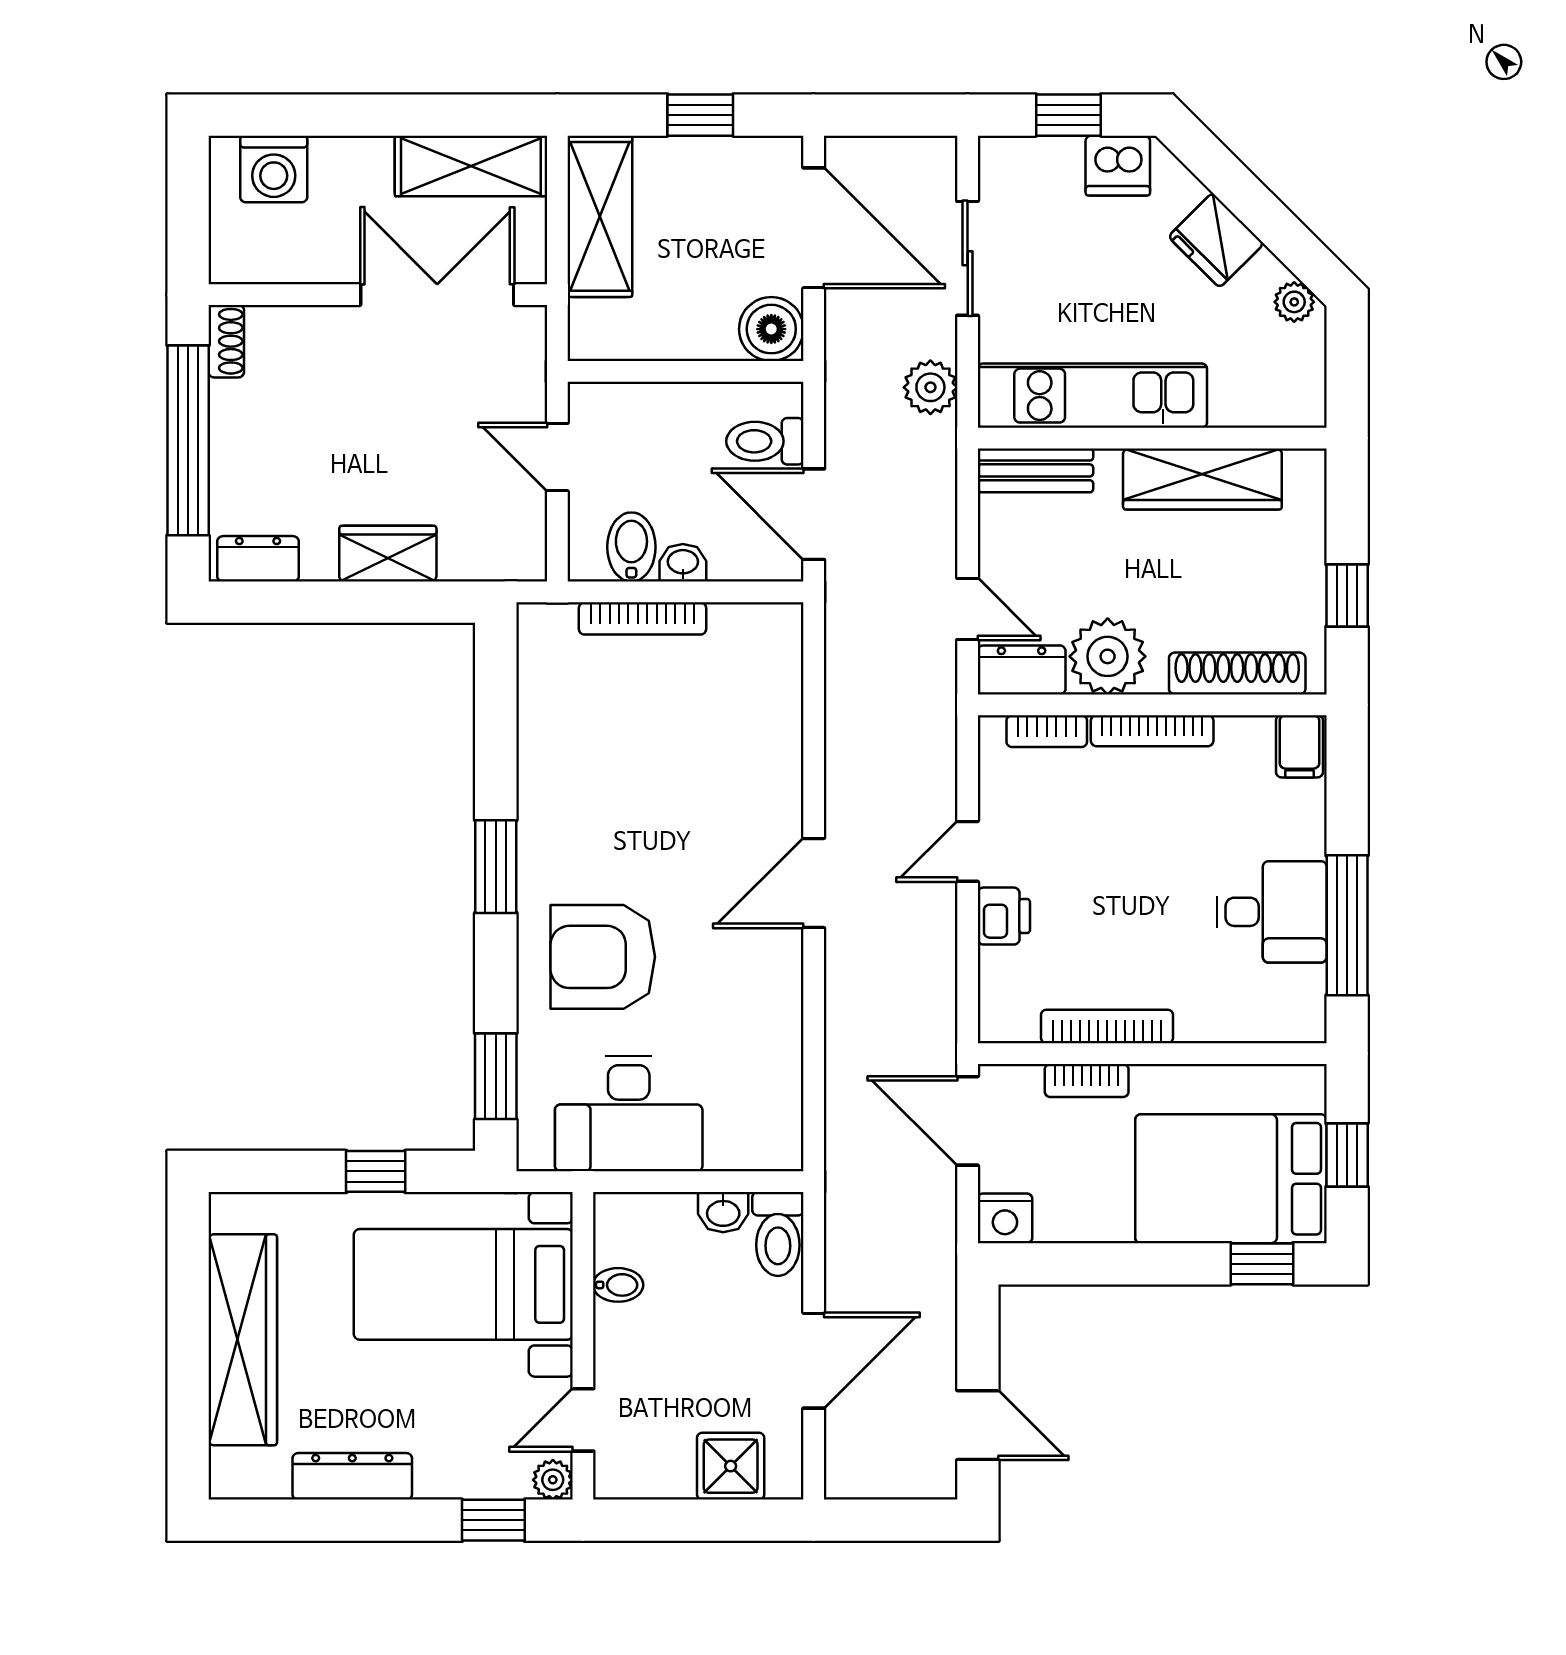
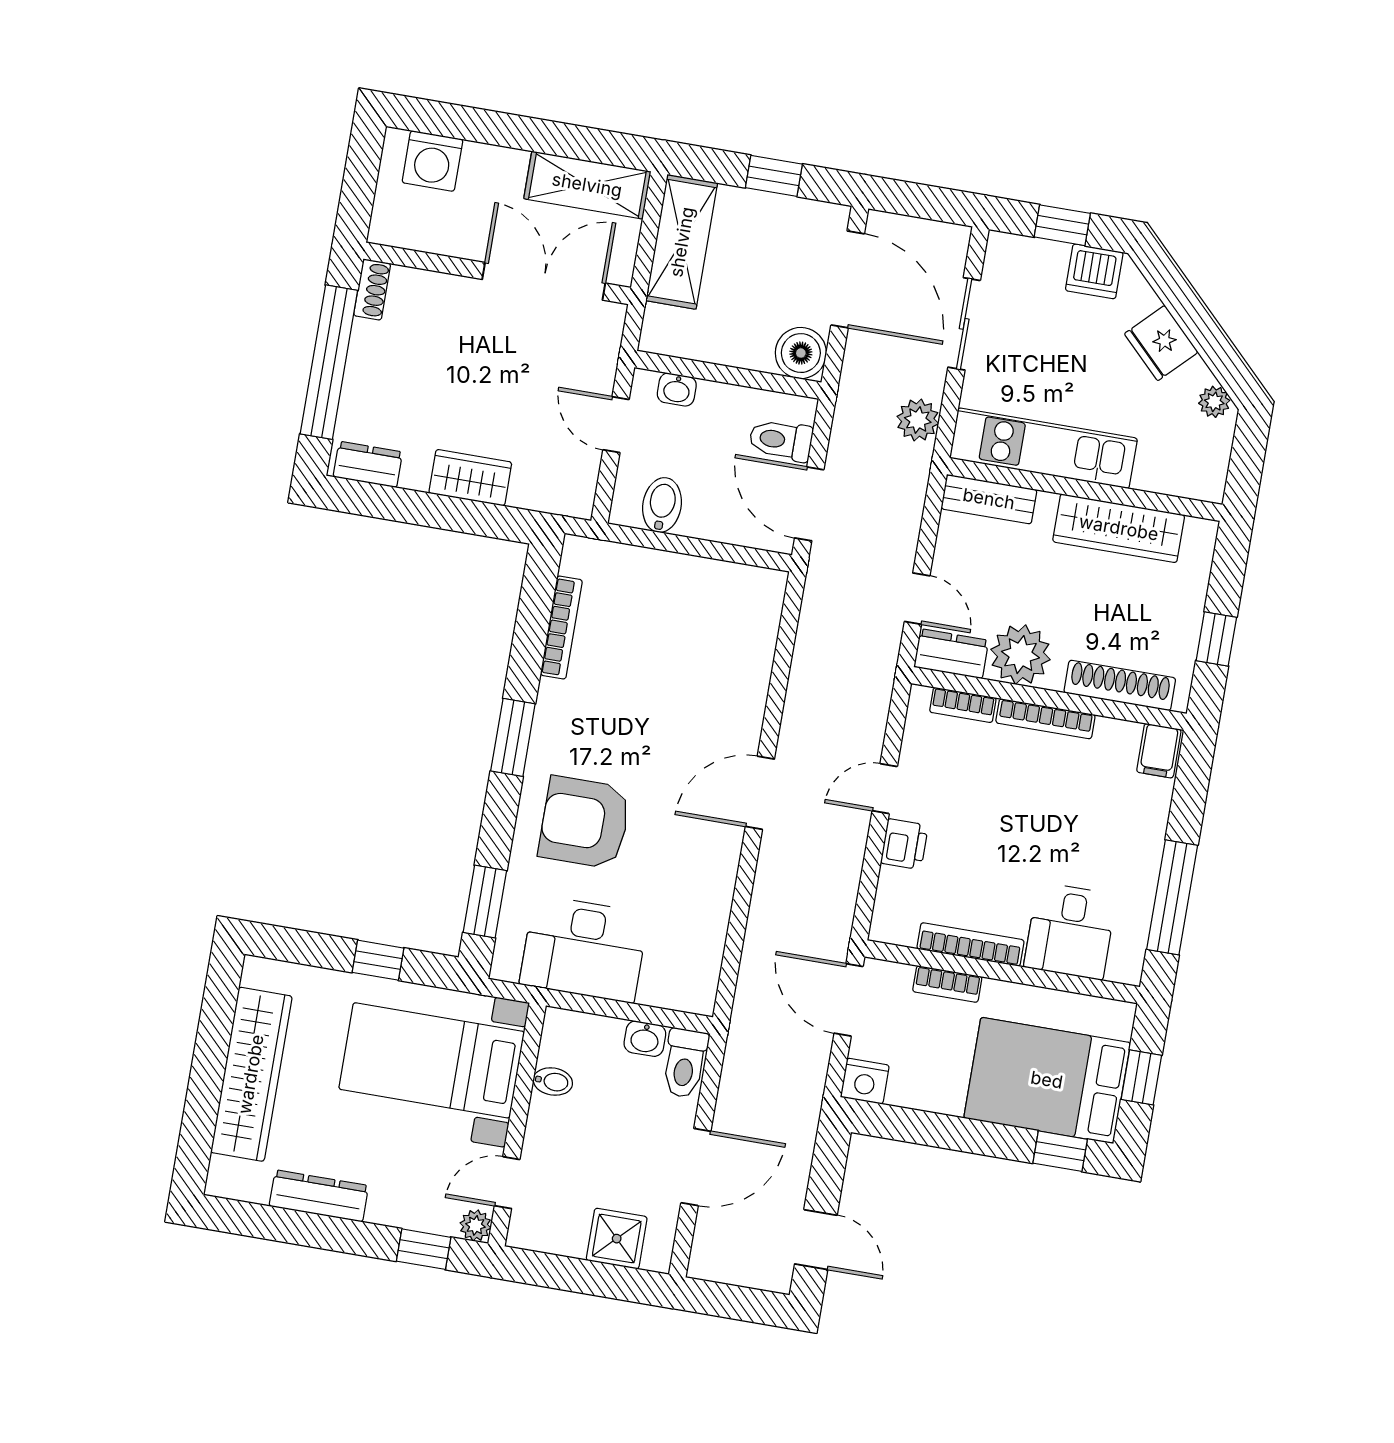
washbasin: (683, 563) -> (677, 390), moved, turned 180
bookcase: (643, 618) -> (561, 627), moved, turned -90
desk: (1272, 912) -> (1070, 931), moved, turned 90

